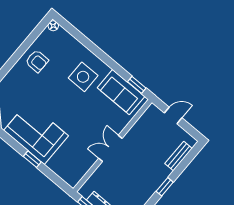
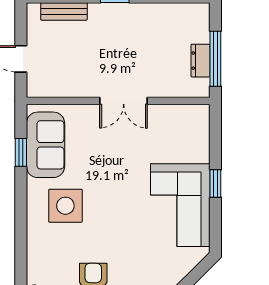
window: (137, 85) -> (21, 152), moved

